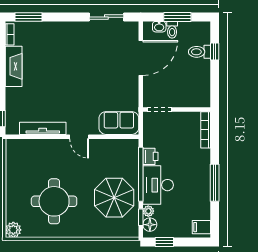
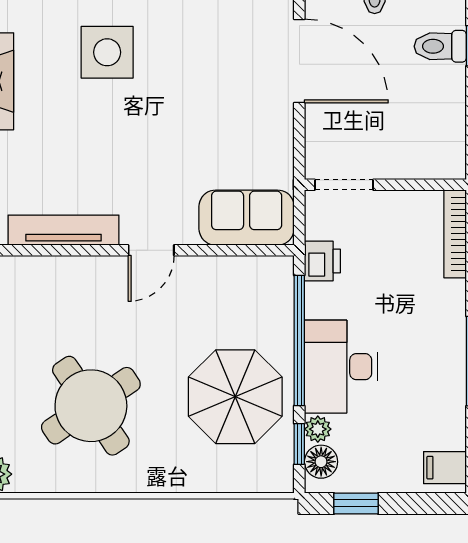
side table: (61, 54) -> (107, 52), added
door: (141, 58) -> (299, 61), hinge flipped
door: (79, 137) -> (151, 250), hinge flipped
printer: (150, 156) -> (322, 261), moved
round table: (54, 201) -> (91, 406), turned -34

